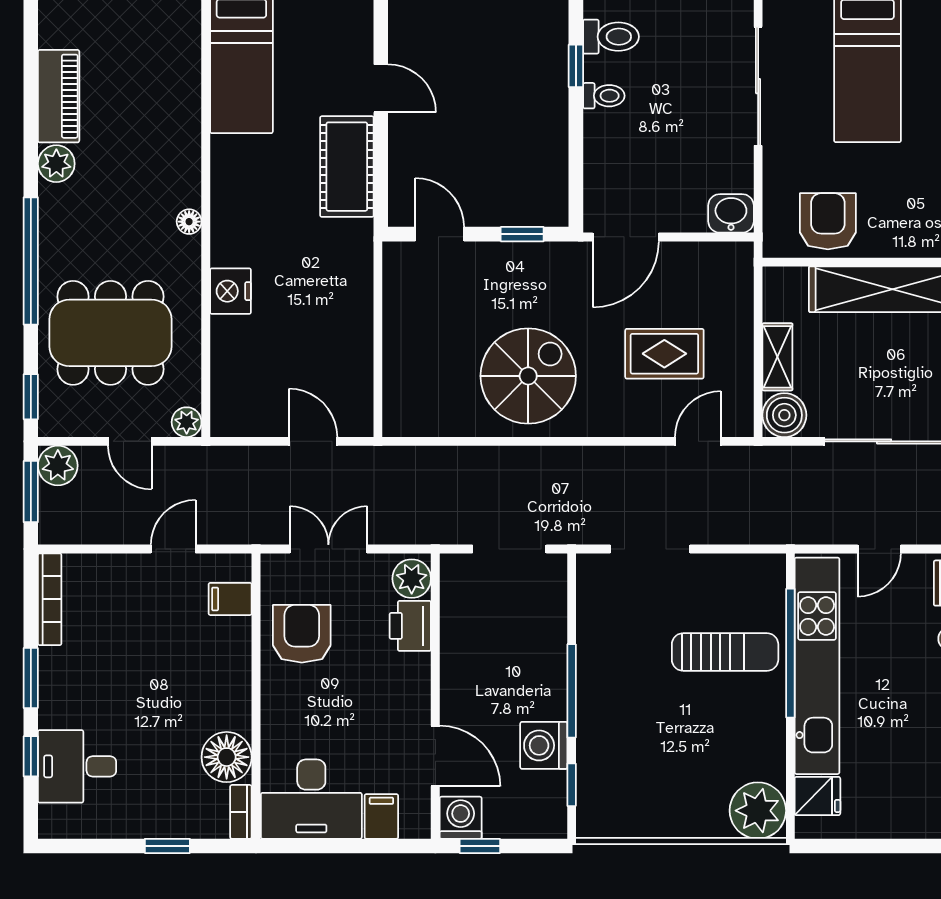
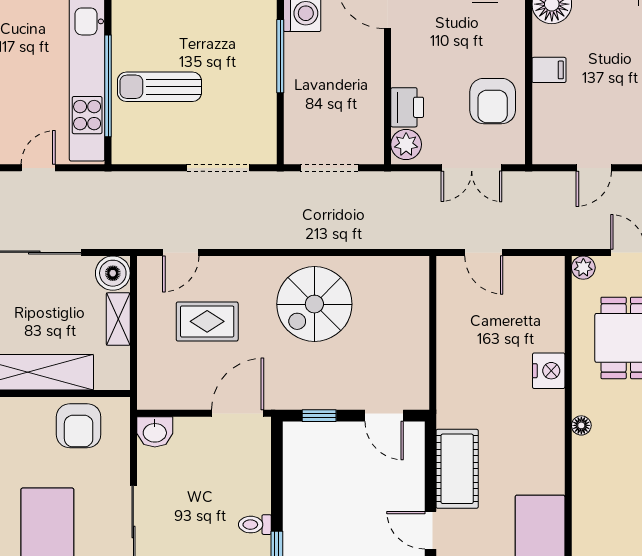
filing cabinet: (230, 599) -> (549, 70), moved

